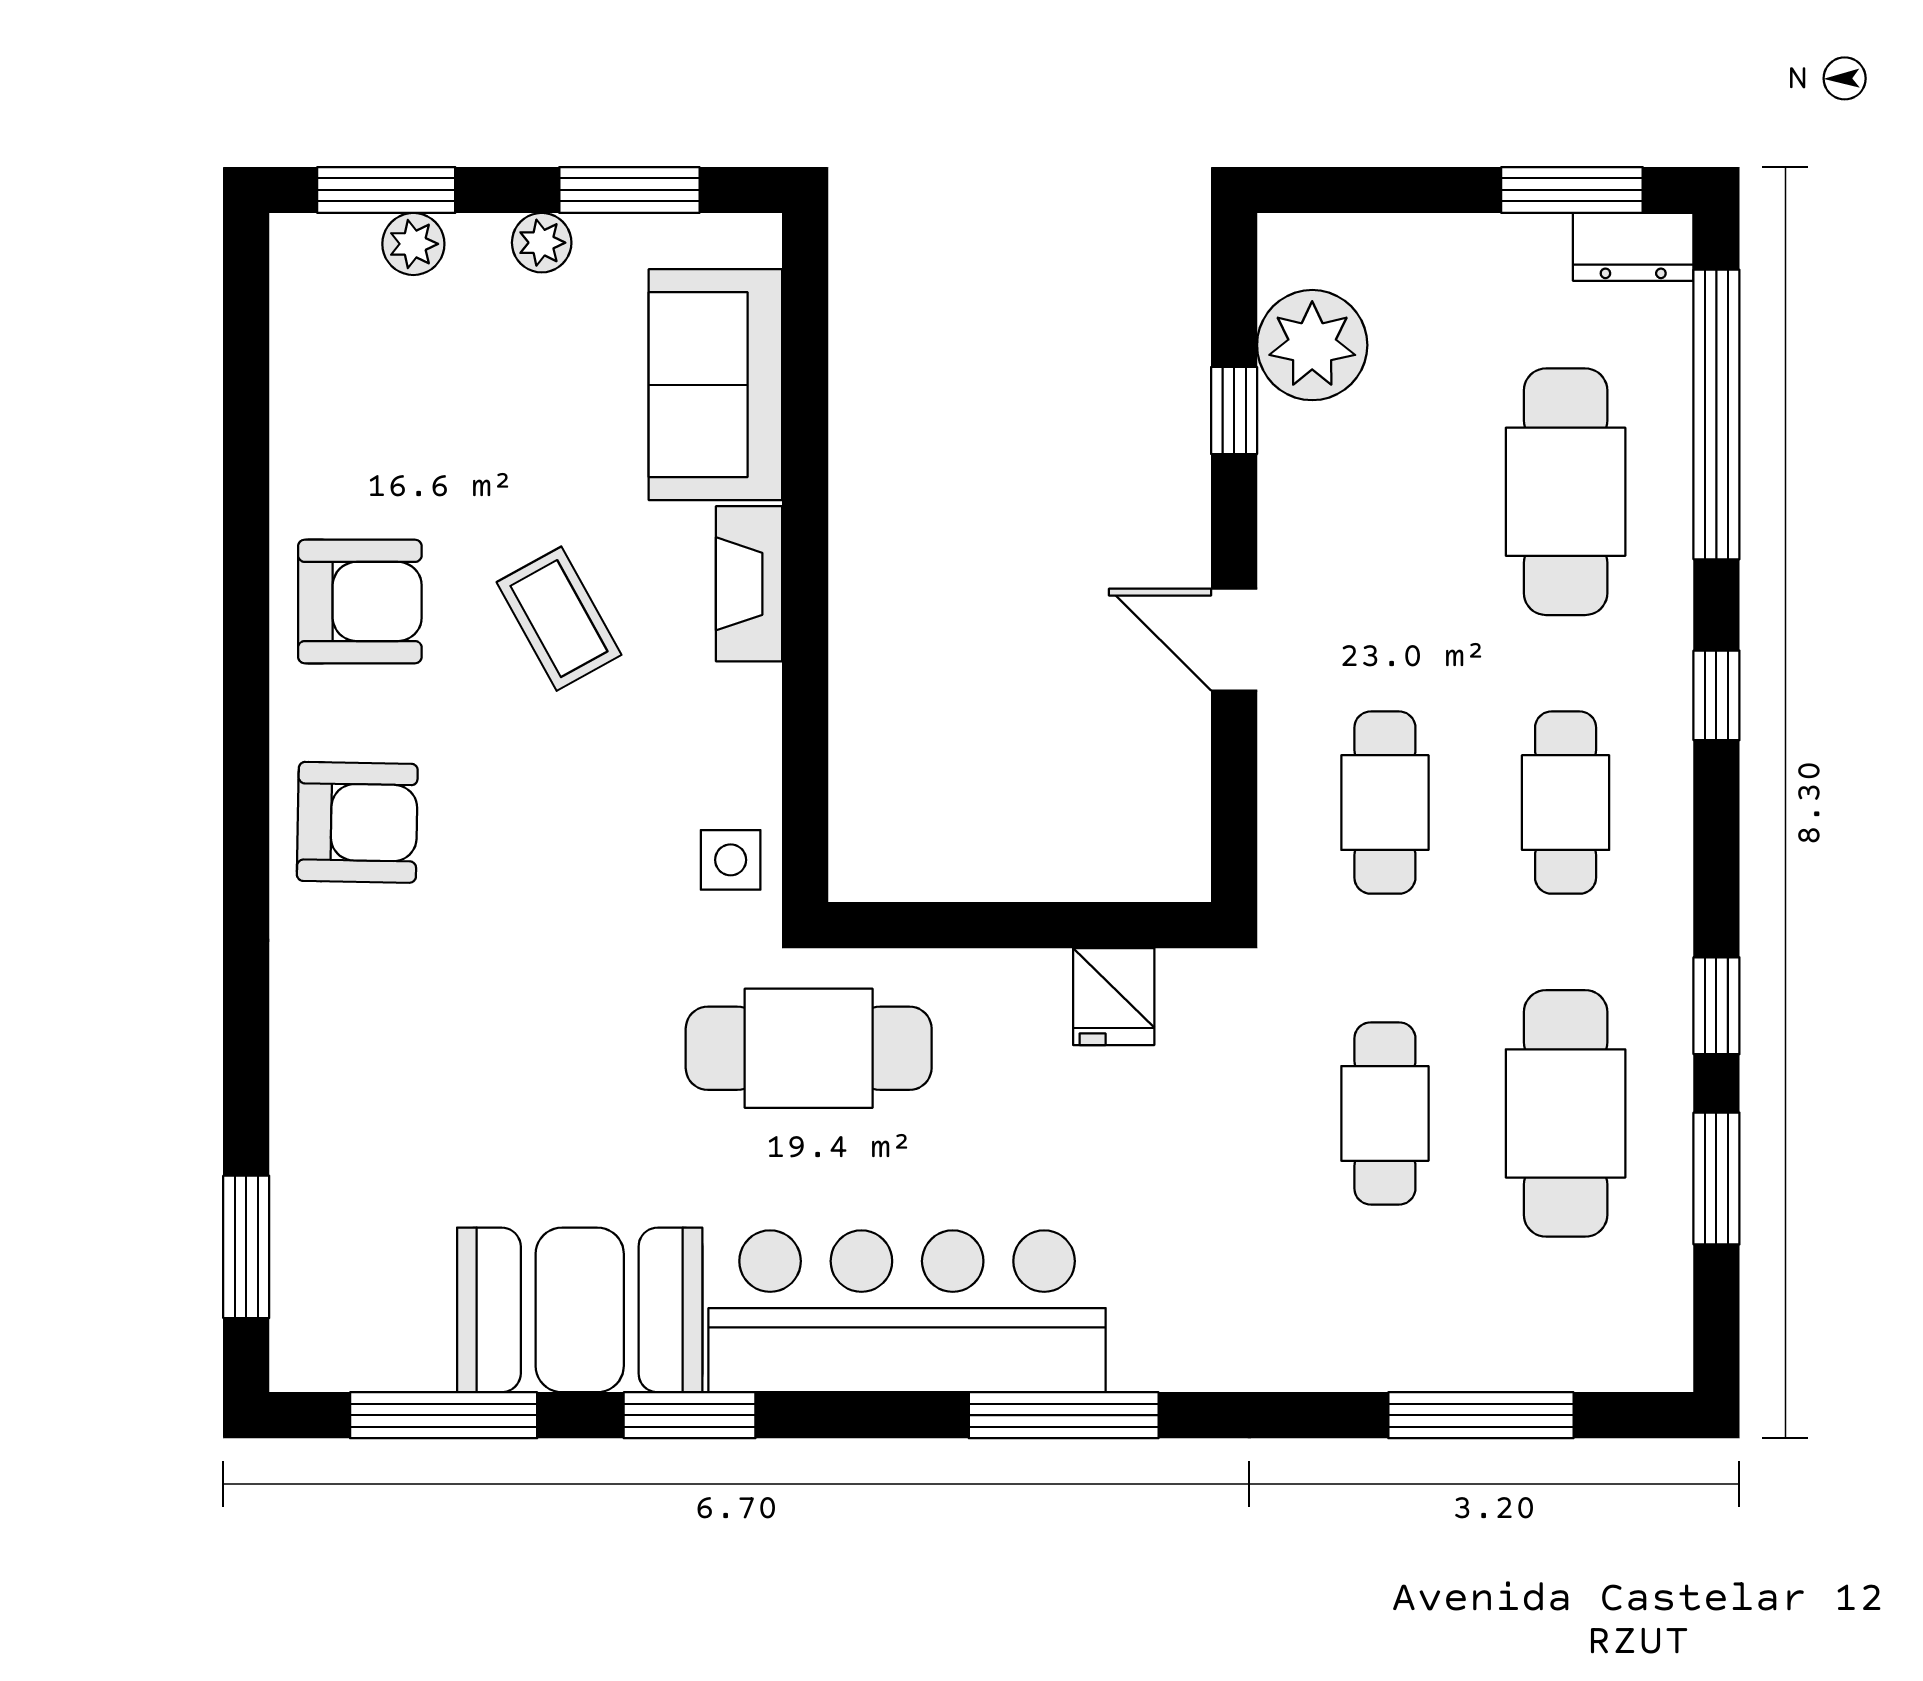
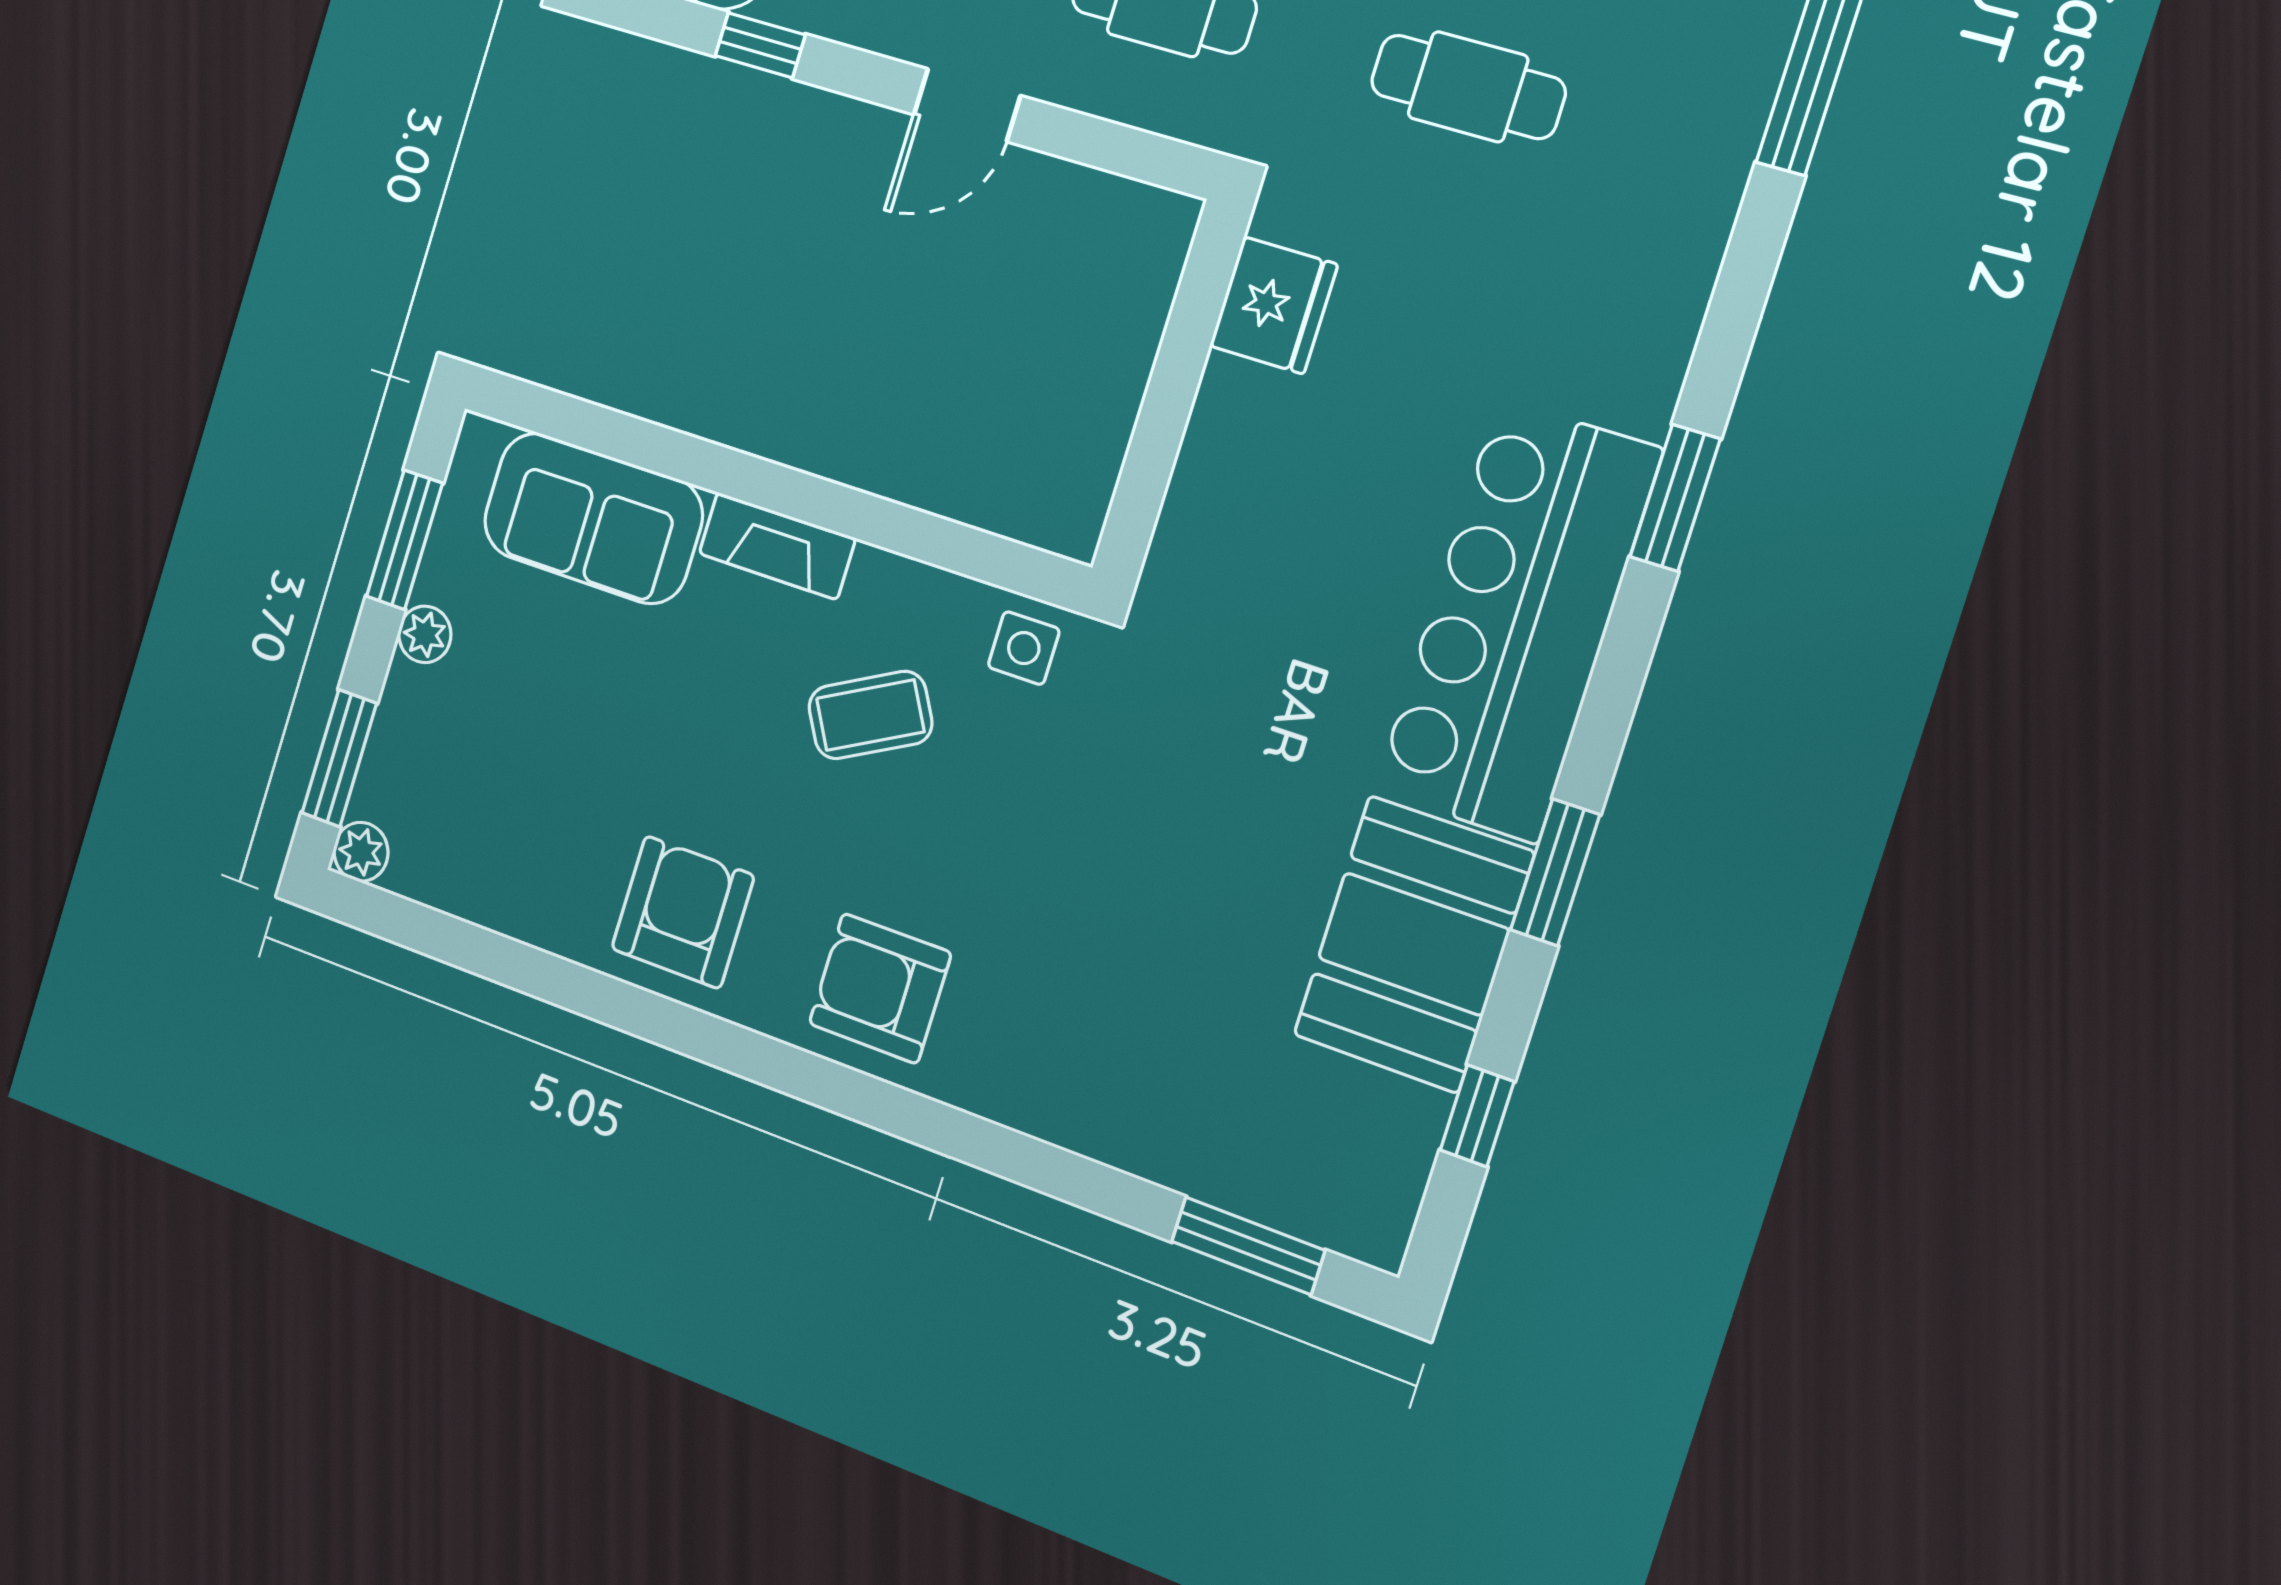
plant: (413, 244) -> (361, 852), moved
coffee table: (559, 619) -> (870, 715), moved
armchair: (357, 822) -> (880, 988), turned -91
fridge: (1114, 997) -> (1274, 305), width x1.38
cafe table: (809, 1048) -> (1226, 633), removed
window: (444, 1415) -> (1477, 1116), width x0.46
window: (1064, 1415) -> (1675, 498), width x0.69

